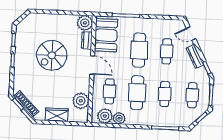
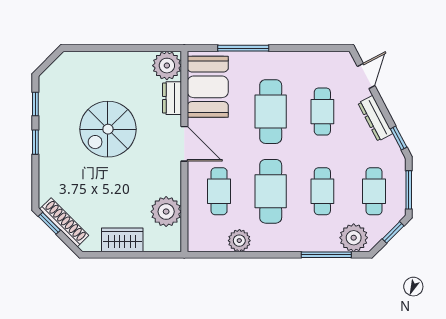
door: (191, 33) -> (366, 76), swing flipped
plant: (105, 116) -> (354, 238), moved

